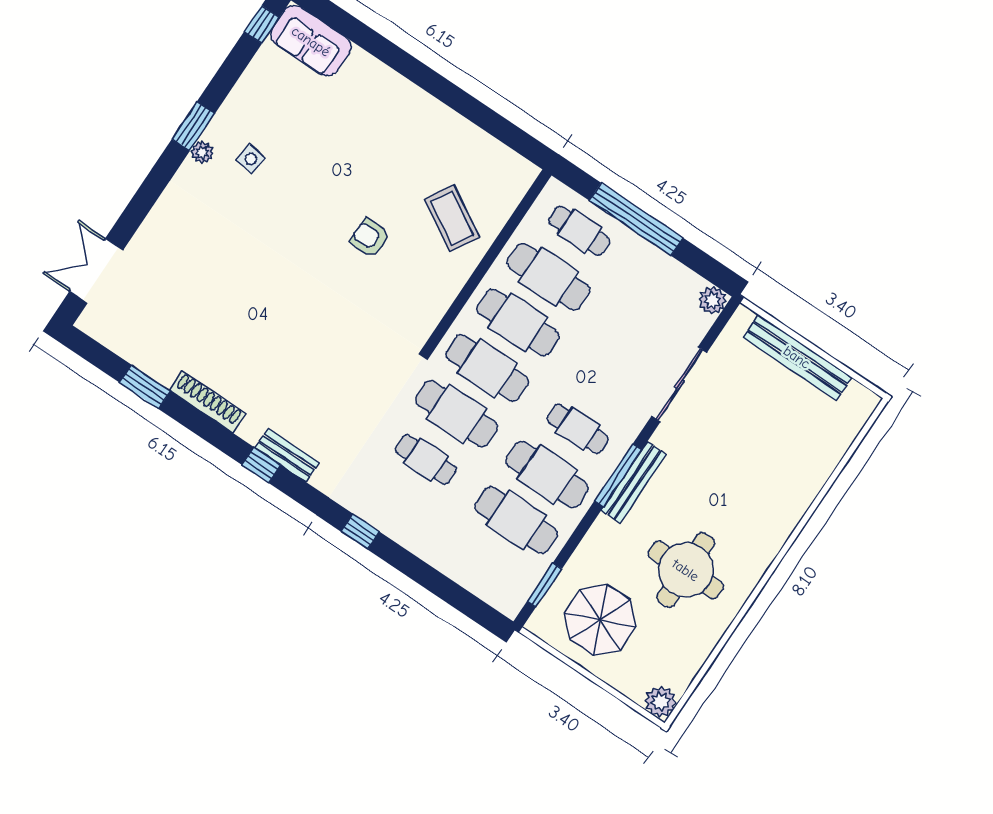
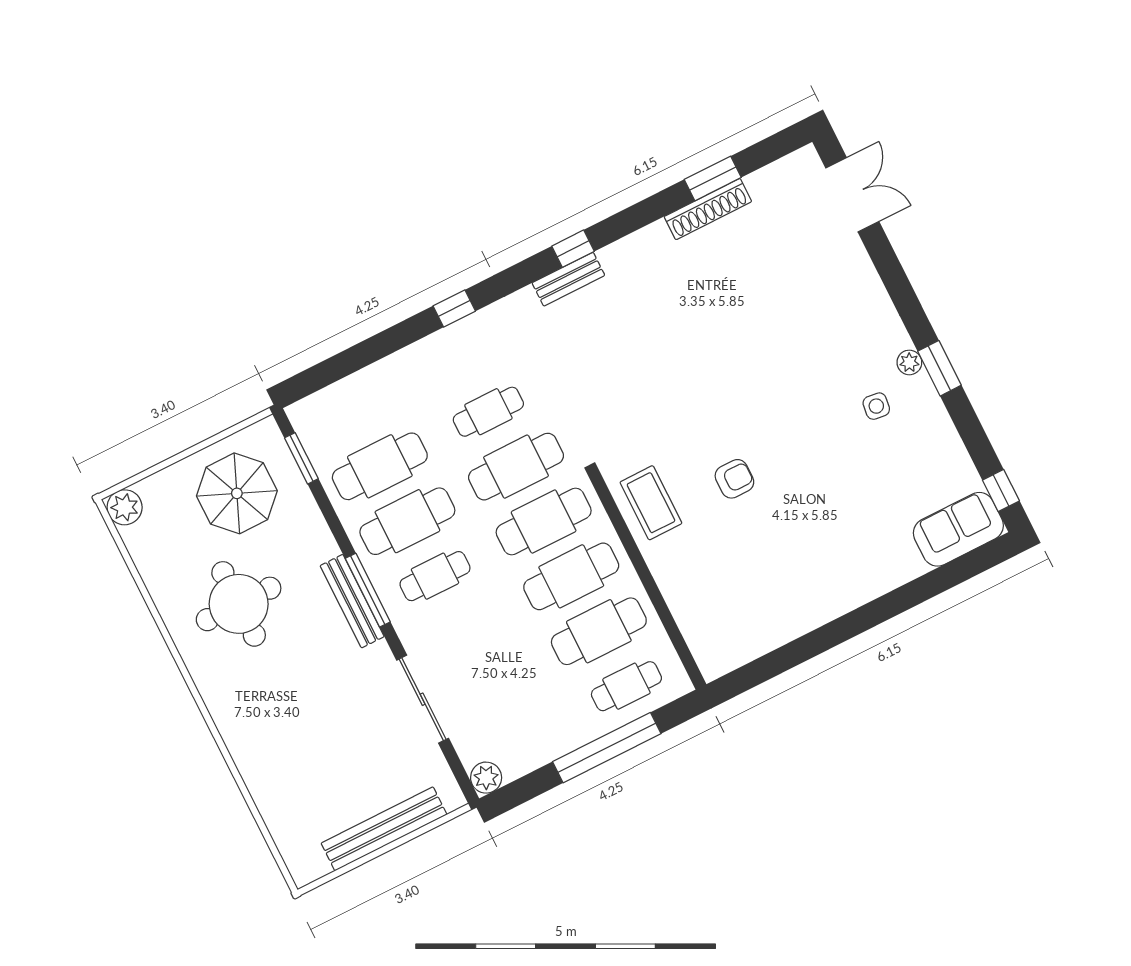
coffee table: (452, 218) -> (651, 503), moved, turned 60
shoe rack: (207, 402) -> (708, 209), moved

